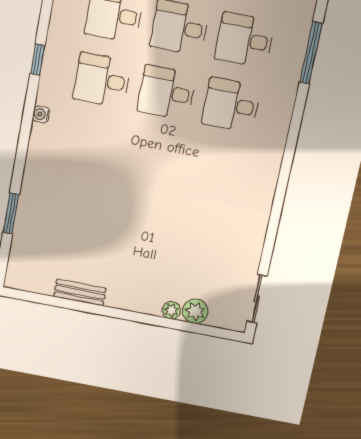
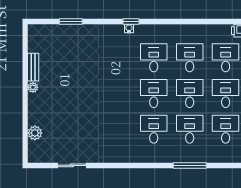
window: (38, 60) -> (131, 22), moved
sliding door: (257, 299) -> (72, 165), moved
plant: (171, 310) -> (33, 87), moved

